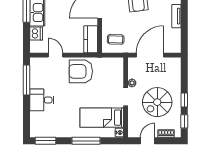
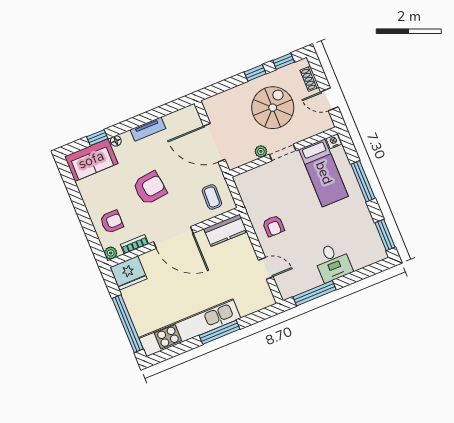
dishwasher: (36, 34) -> (248, 306), removed
door: (56, 55) -> (266, 268), swing flipped
armchair: (81, 71) -> (273, 226), width x0.53, depth x0.53
spiral stairs: (157, 102) -> (273, 108), turned -90

